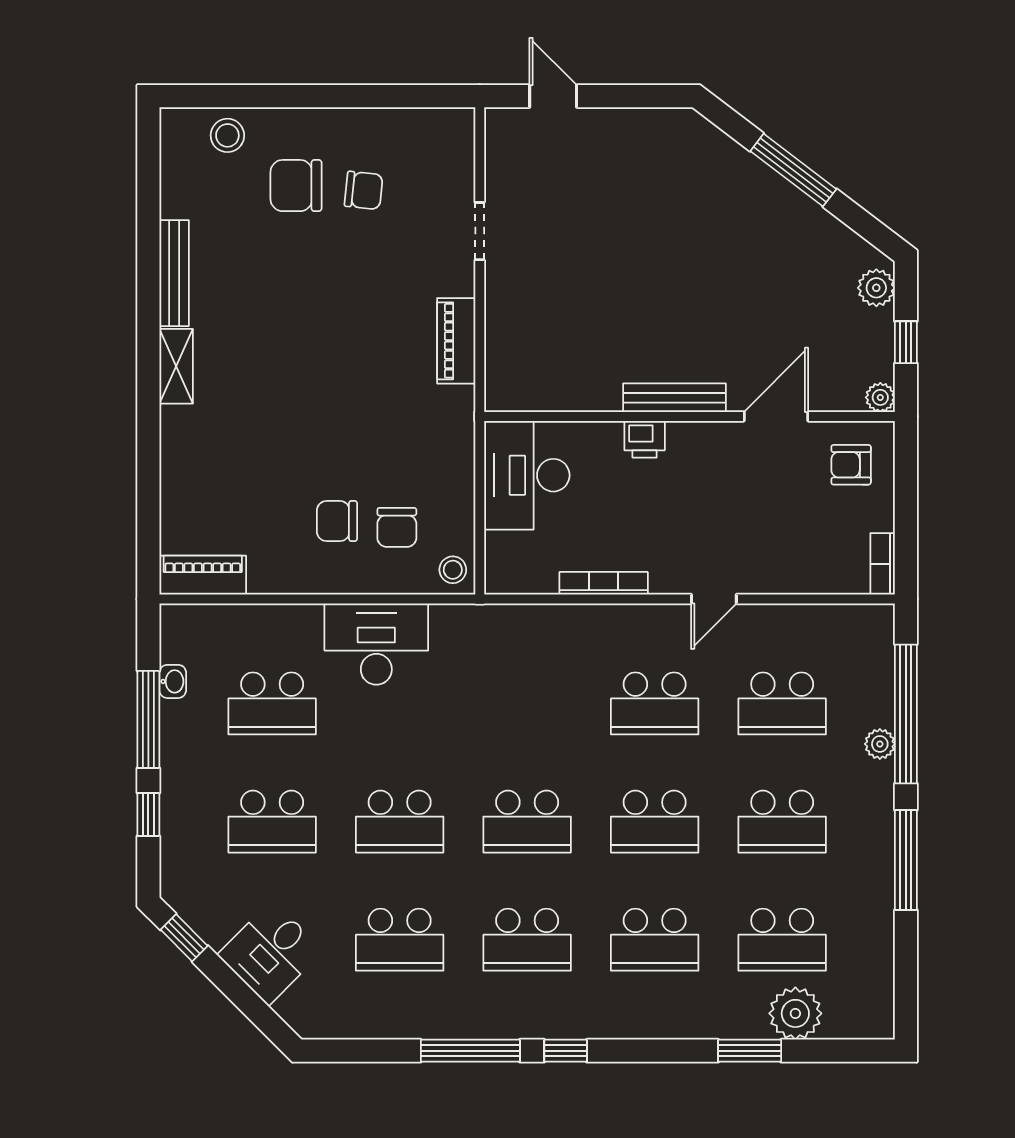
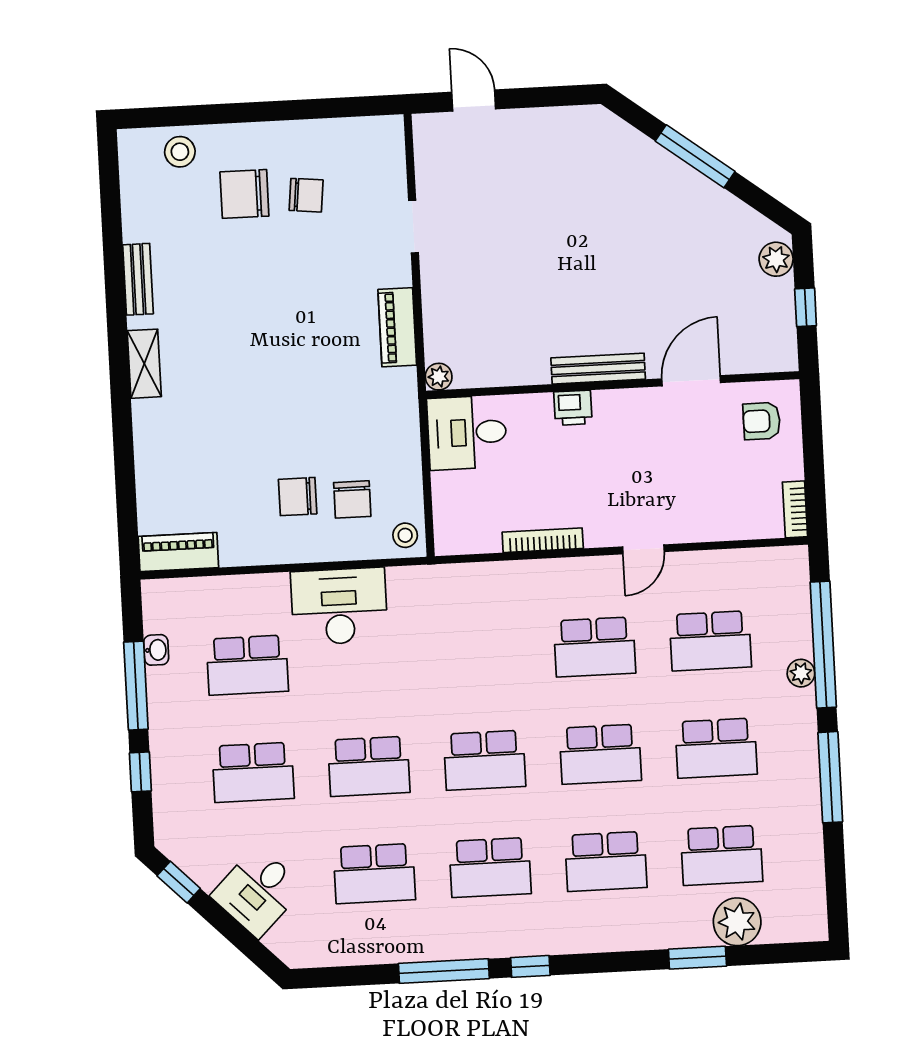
bench: (174, 273) -> (138, 279), width x0.73
plant: (880, 397) -> (439, 377), moved
desk: (527, 475) -> (467, 433), width x0.73

